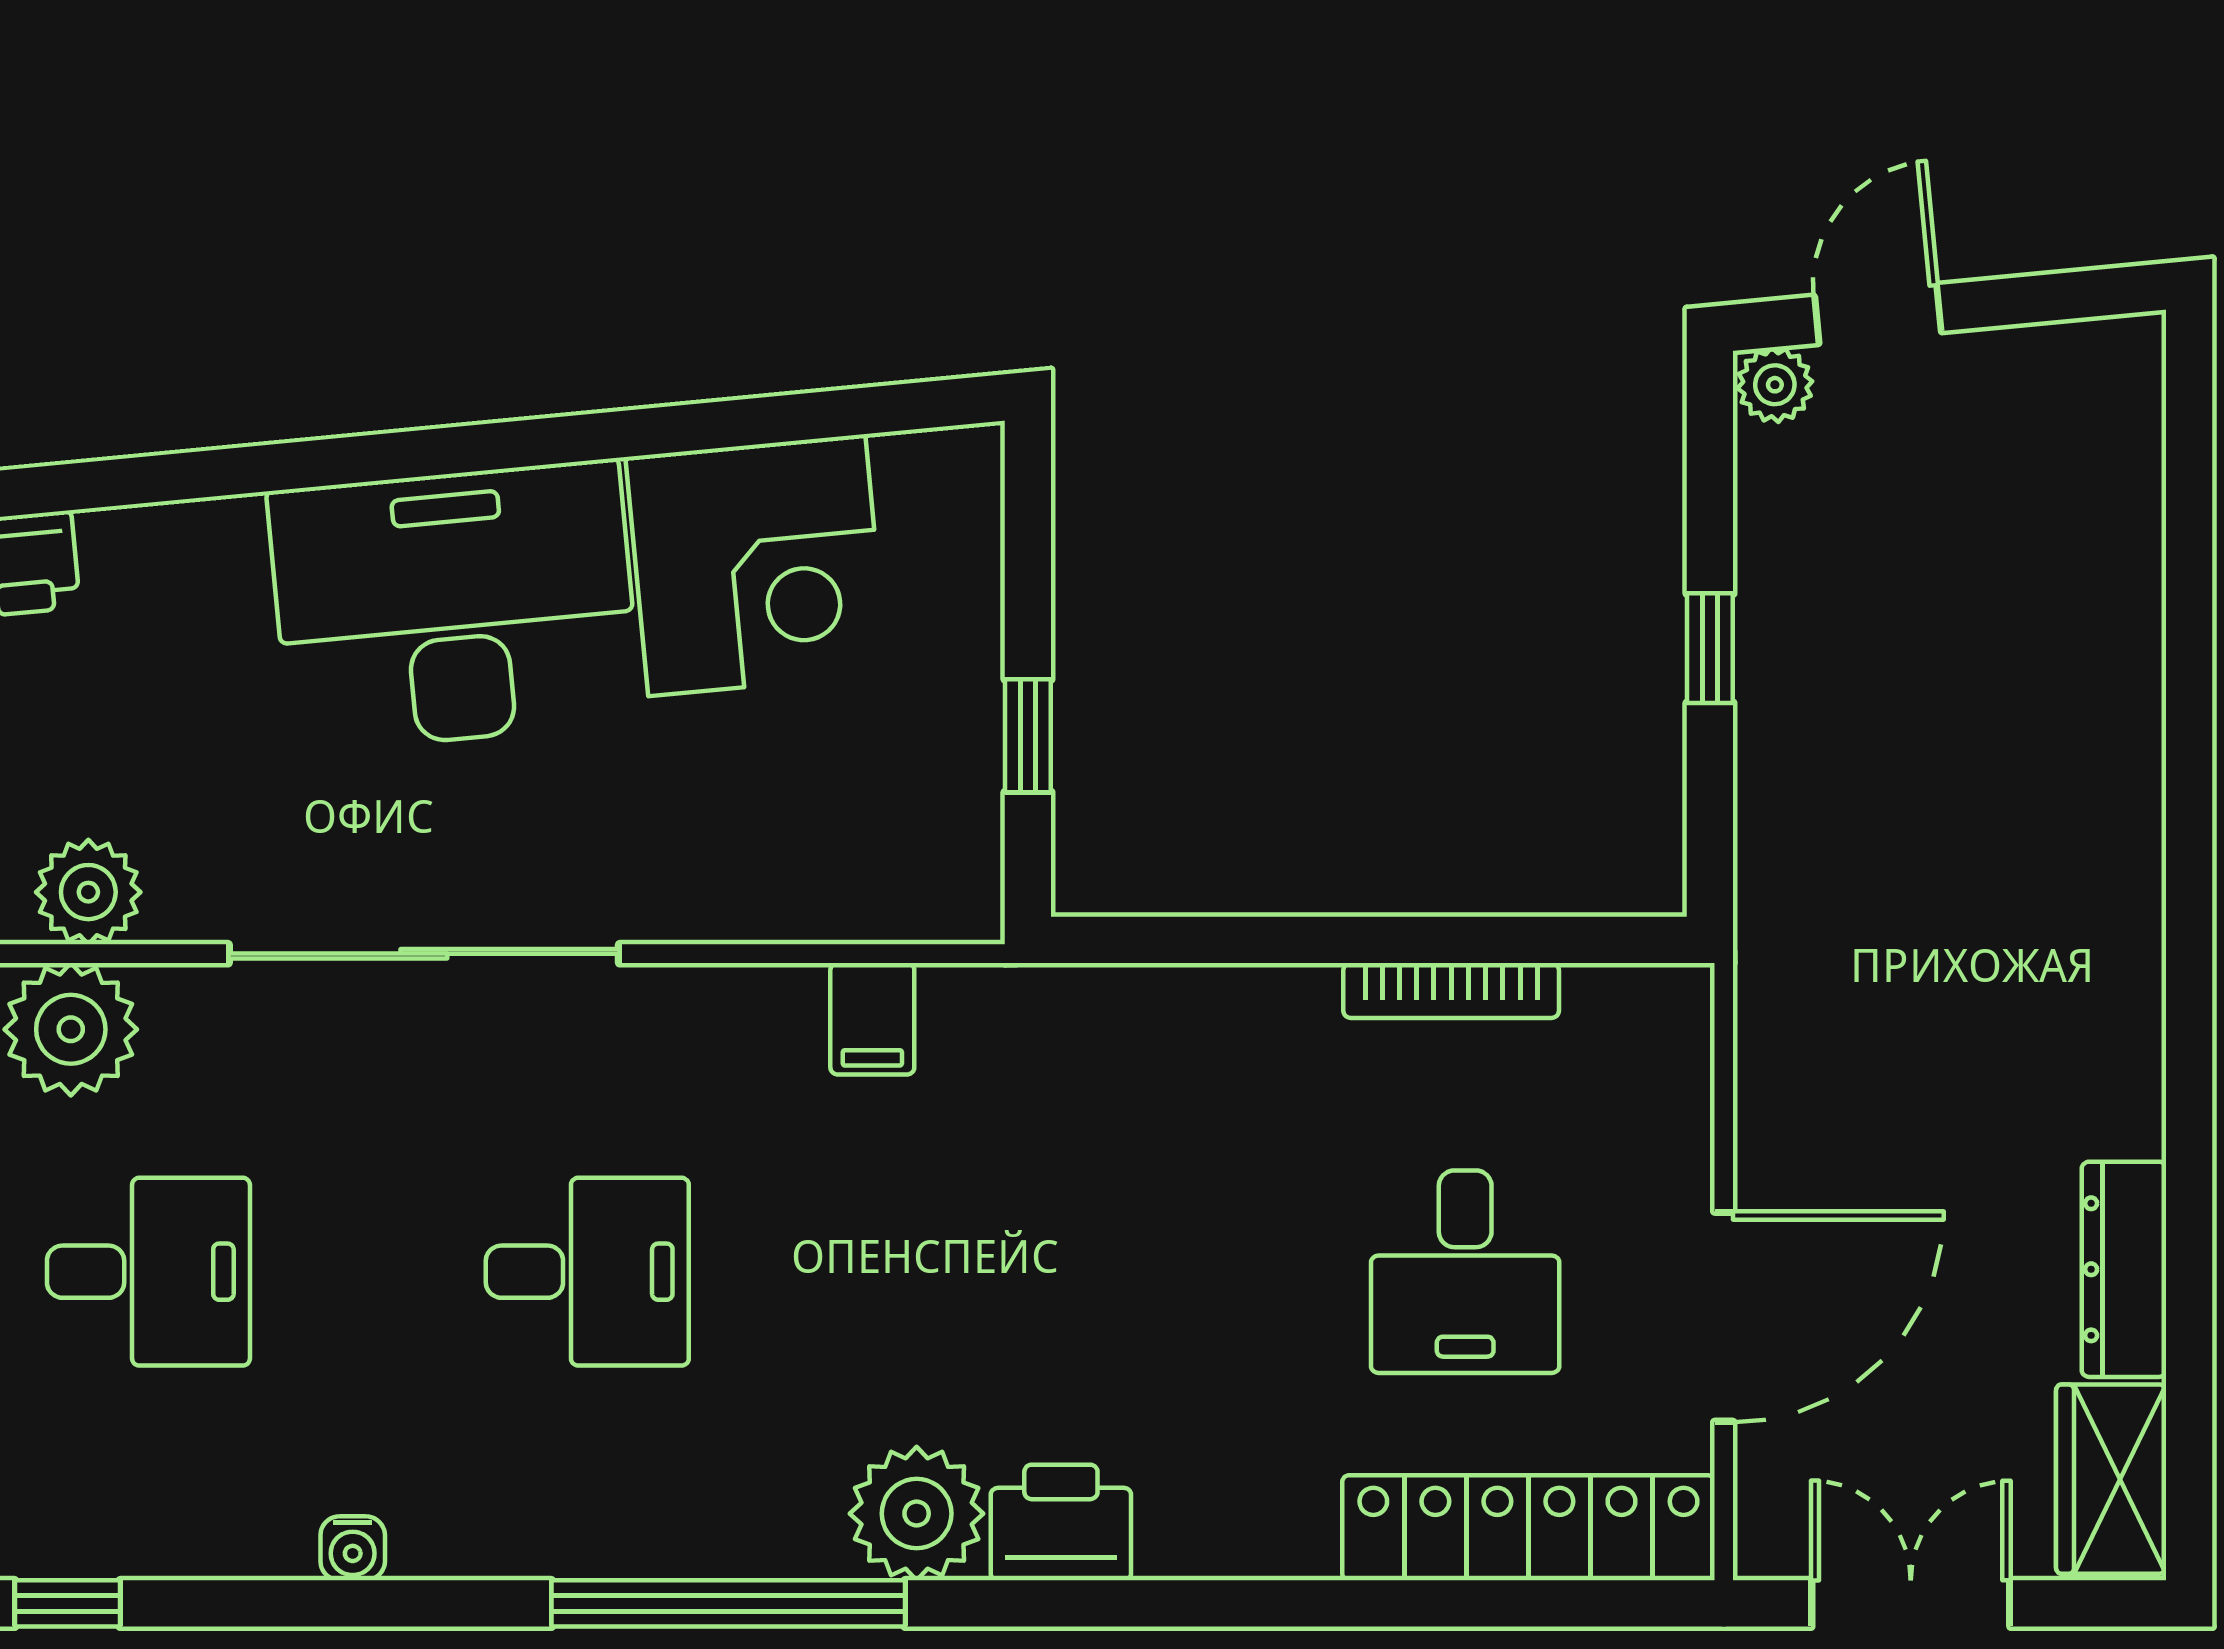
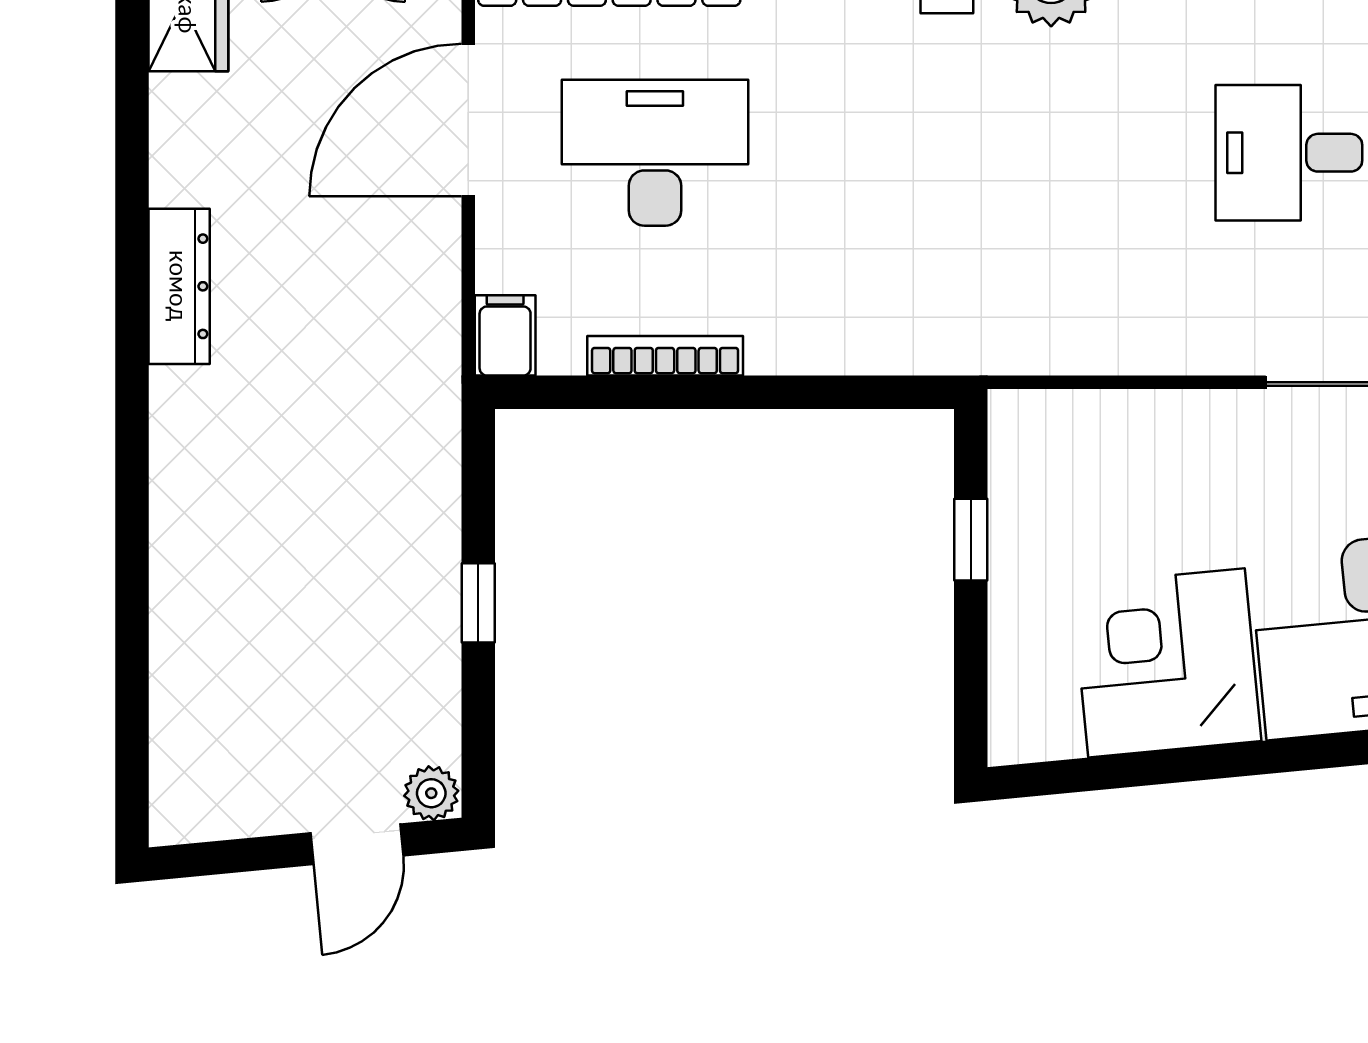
filing cabinet: (872, 1019) -> (505, 335), moved
dresser: (2124, 1269) -> (179, 286), moved
desk: (1465, 1272) -> (655, 153), width x1.37

